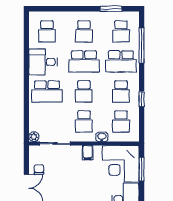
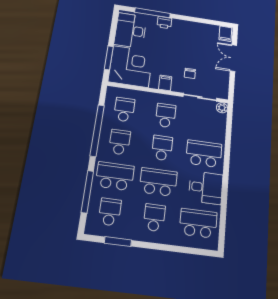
school desk: (47, 31) -> (198, 223), width x1.85
window: (142, 99) -> (97, 130), width x3.17
washbasin: (102, 137) -> (148, 97), removed
chair: (39, 169) -> (190, 73), moved

